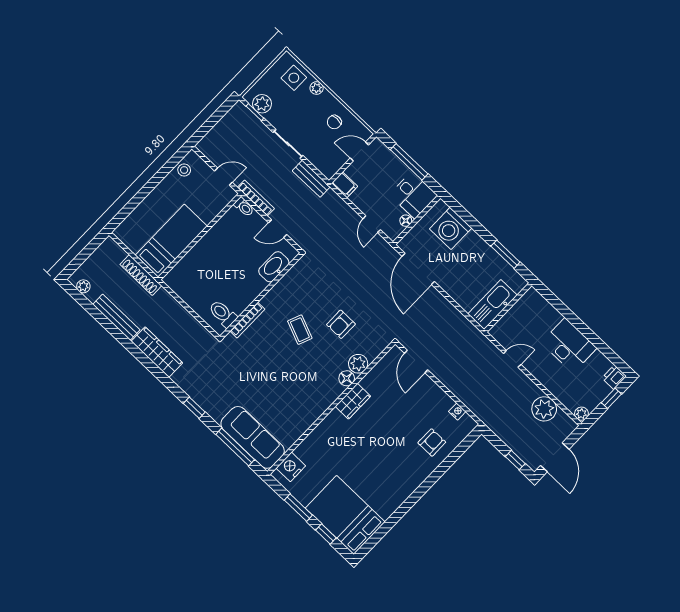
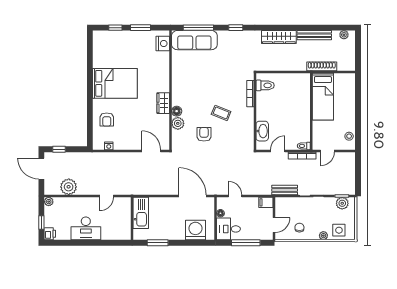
bed: (345, 515) -> (115, 83), moved

